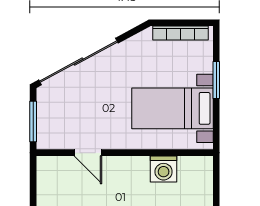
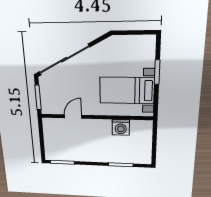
bookcase: (181, 33) -> (133, 40), removed
door: (88, 153) -> (73, 117), swing flipped

